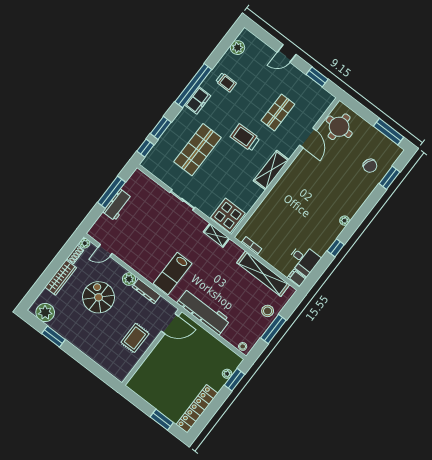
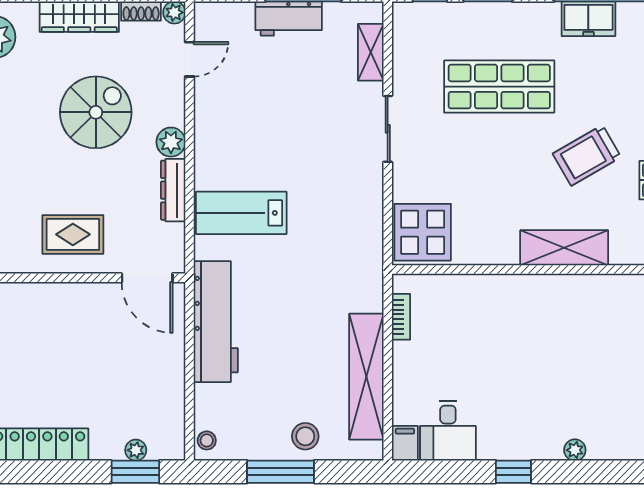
trolley: (245, 138) -> (587, 155), turned -118
shelving: (216, 235) -> (371, 52), moved
door: (105, 250) -> (190, 59), swing flipped

